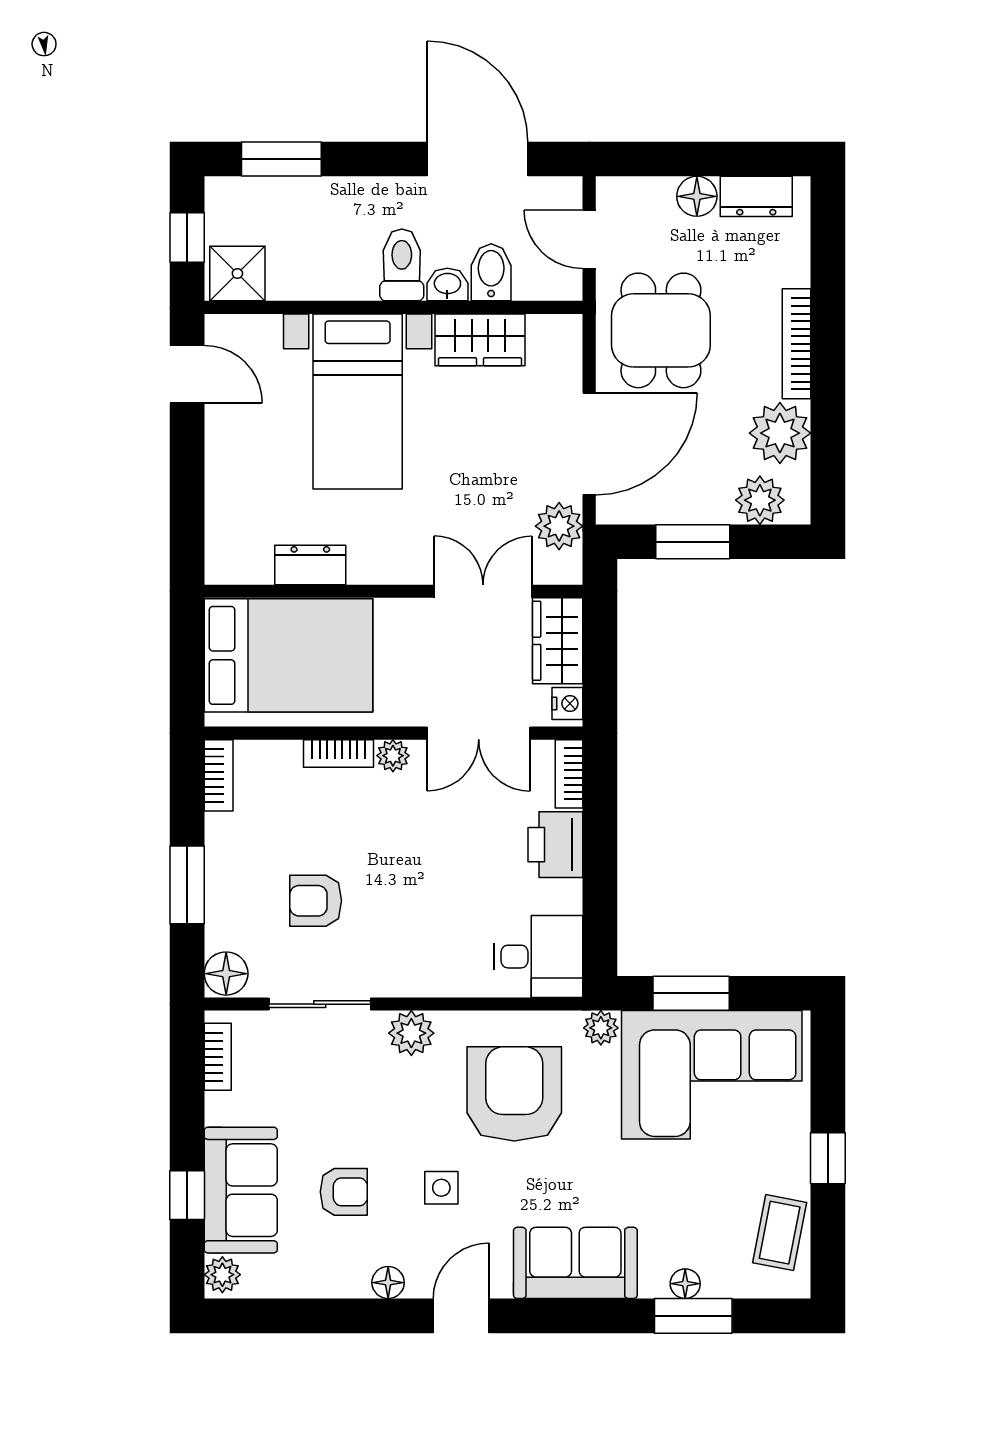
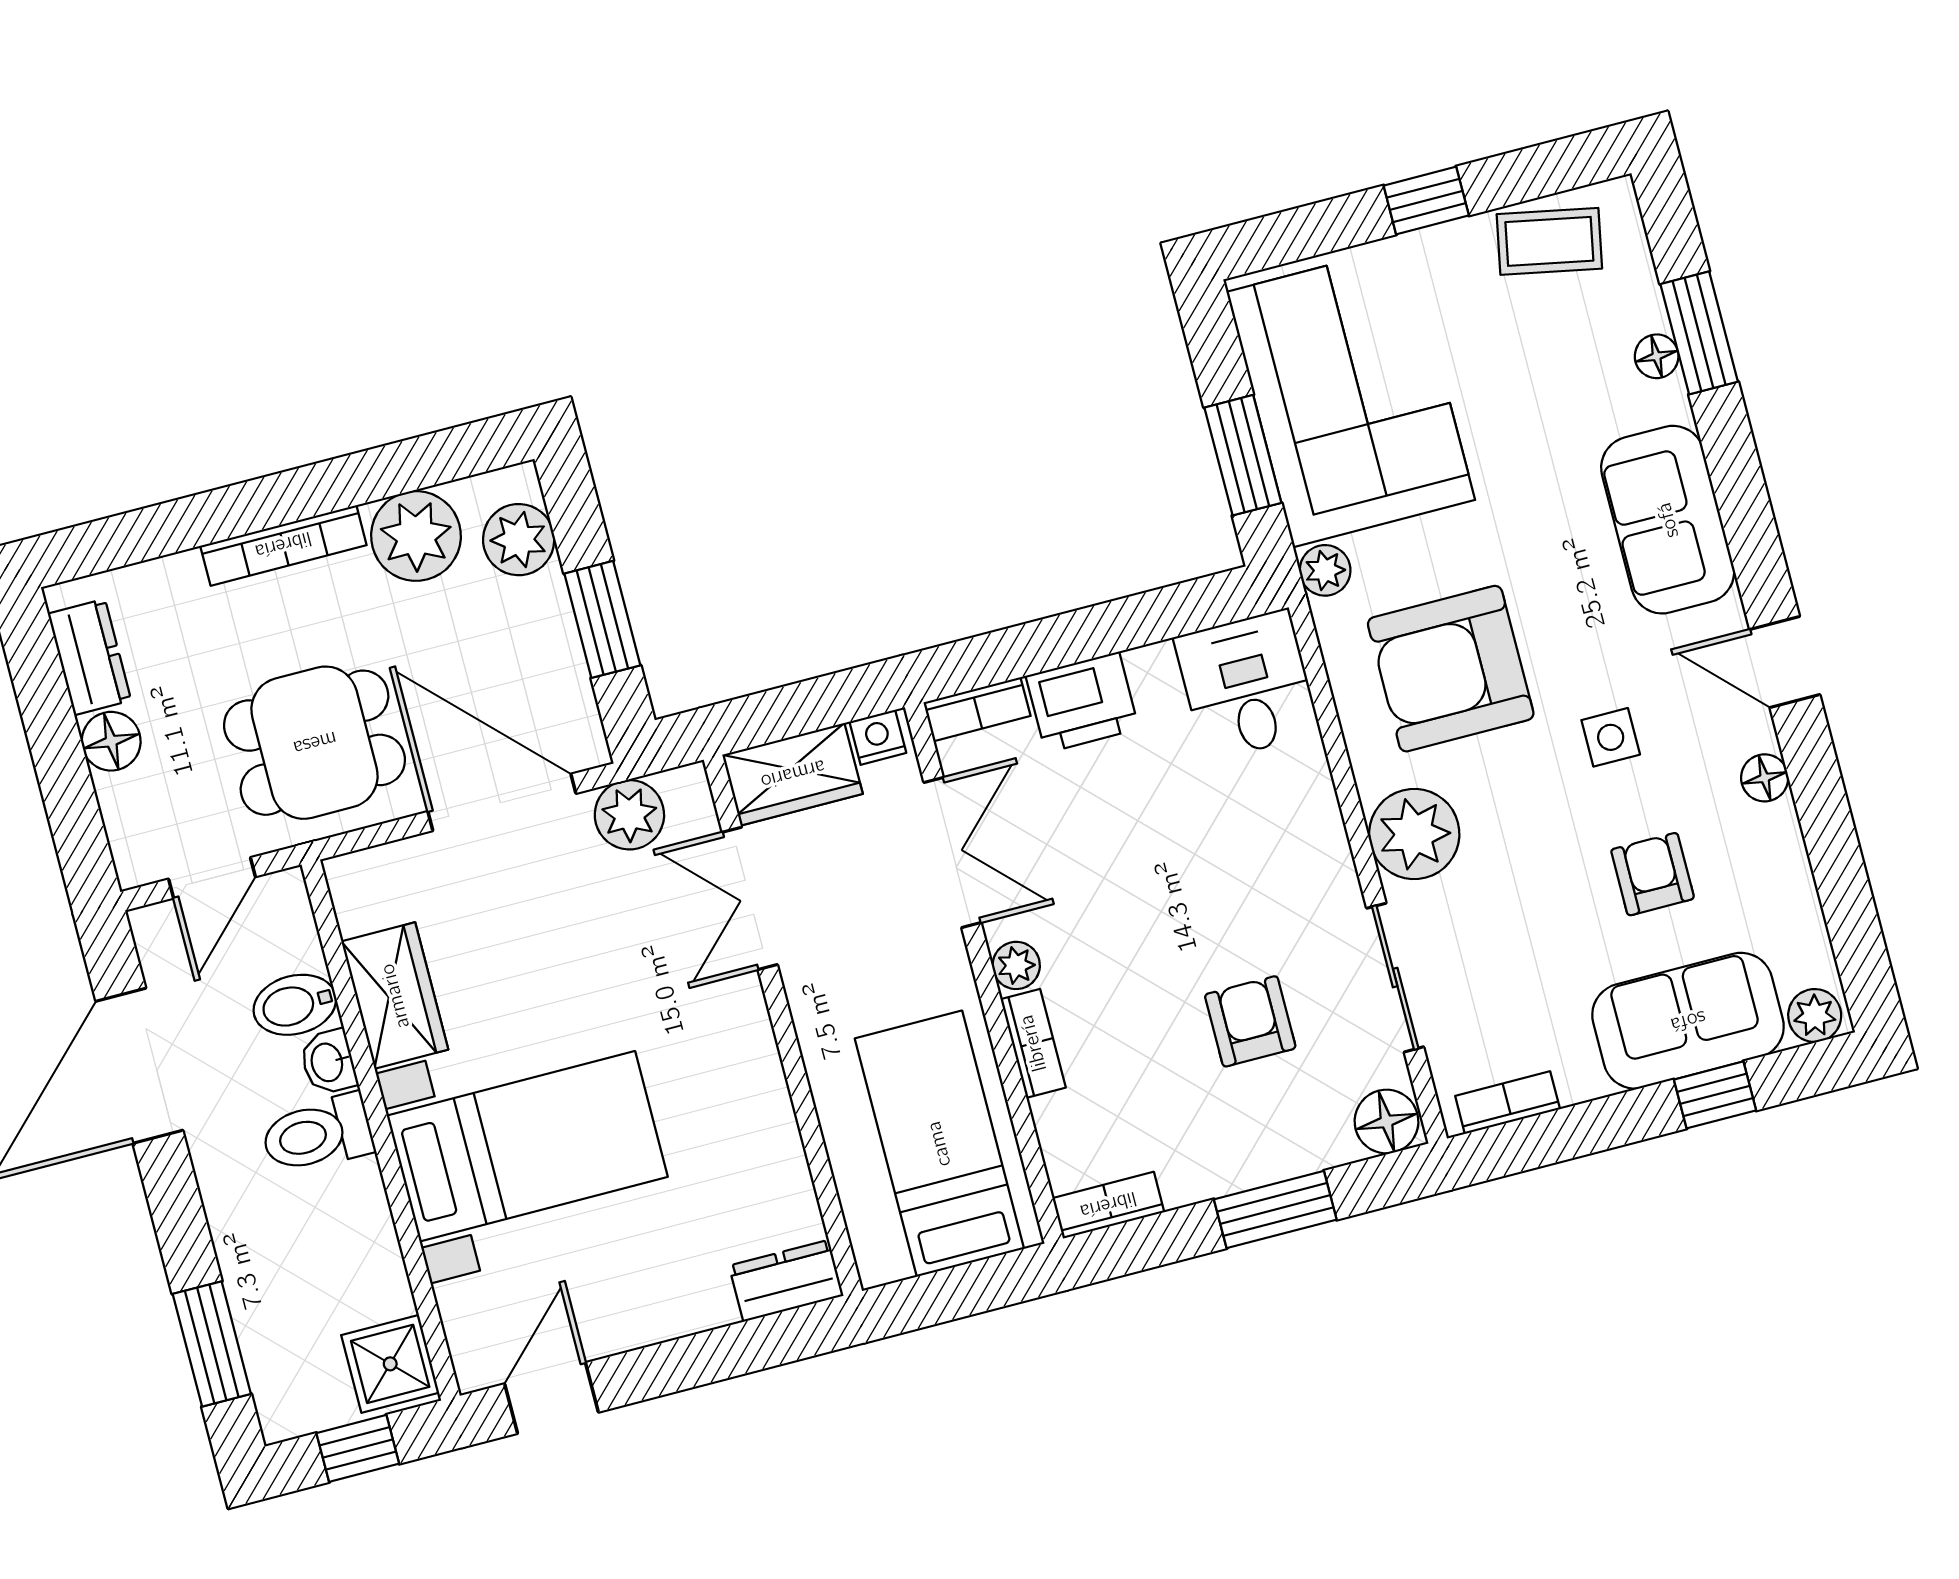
dresser: (310, 565) -> (786, 1281), moved, turned 90
bed: (288, 655) -> (939, 1144), width x0.67
armchair: (316, 901) -> (1250, 1021), turned 180
plant: (411, 1033) -> (1414, 834), width x1.36, depth x1.36

